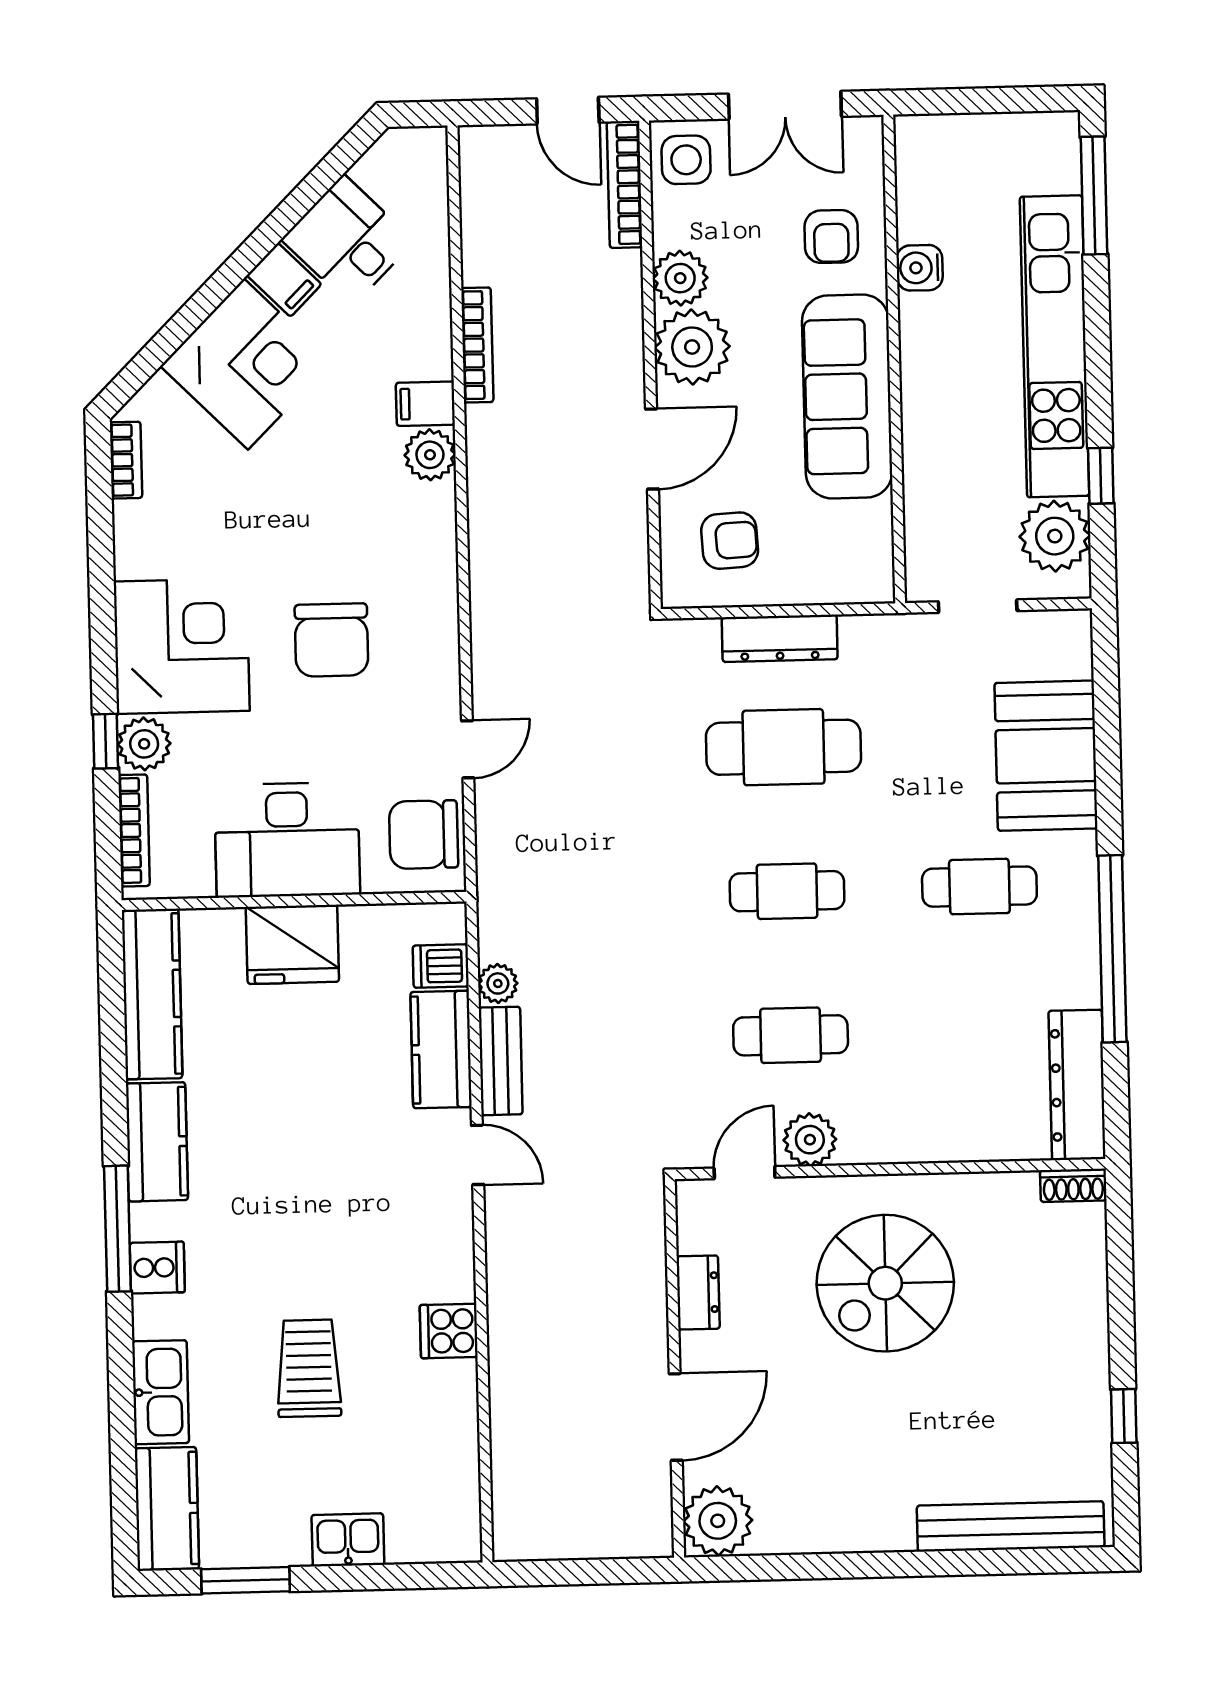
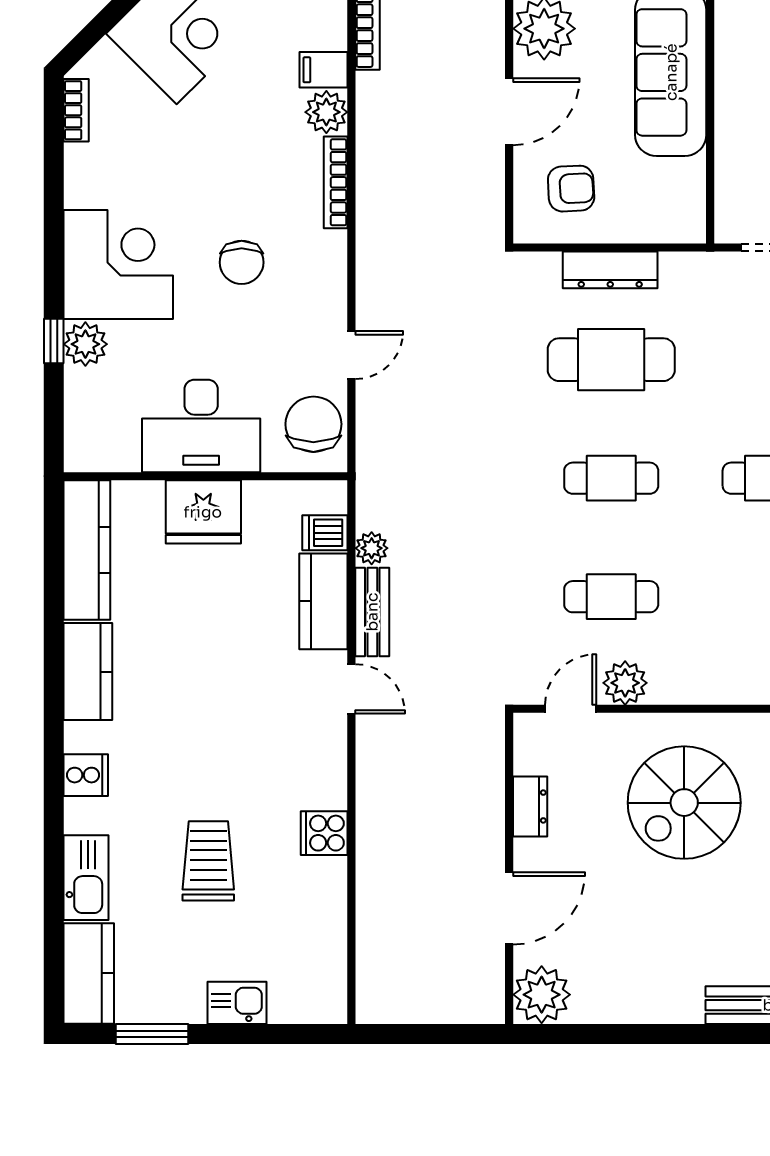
chair: (331, 640) -> (242, 262), width x0.73, depth x0.73
bookcase: (134, 830) -> (336, 182), moved, turned 180
chair: (424, 835) -> (313, 424), turned 90
window: (117, 1229) -> (54, 742), removed

